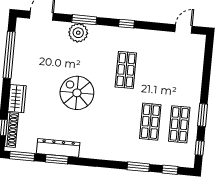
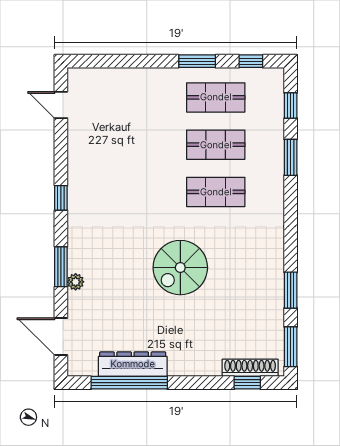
plant: (78, 33) -> (76, 282), width x0.53, depth x0.53
shop shelf: (126, 70) -> (216, 192), moved
wardrobe: (17, 99) -> (198, 364), removed
dresser: (58, 148) -> (133, 364), moved, turned 90

